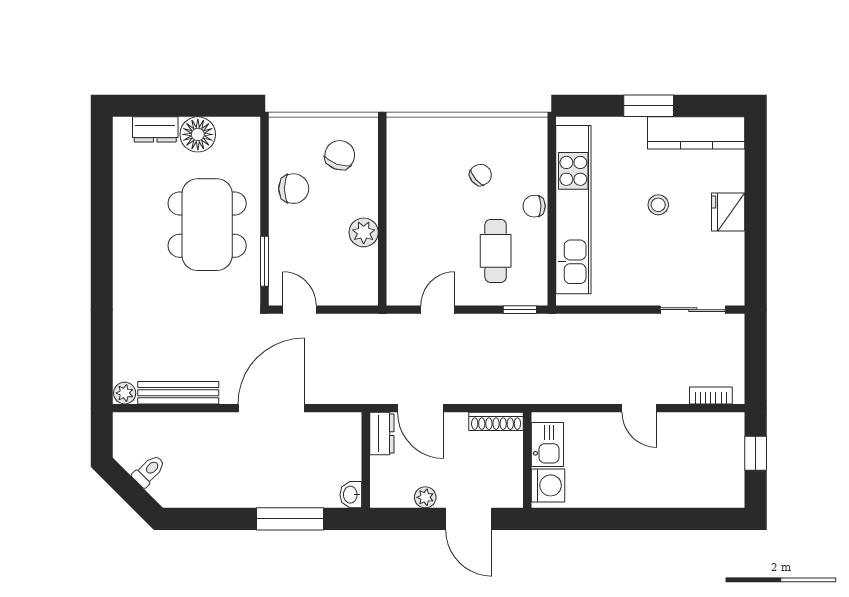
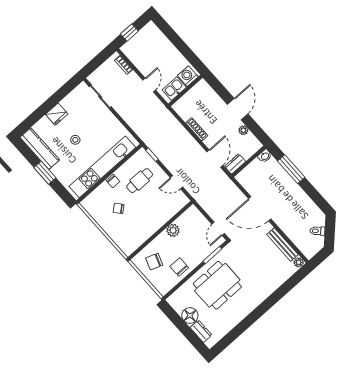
kitchen sink: (547, 444) -> (174, 89), moved
wall: (527, 460) -> (186, 91), moved
washing machine: (548, 485) -> (188, 76), moved

